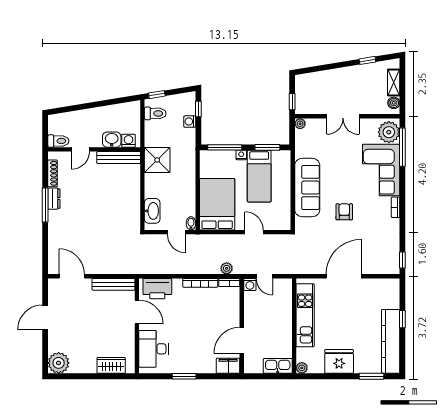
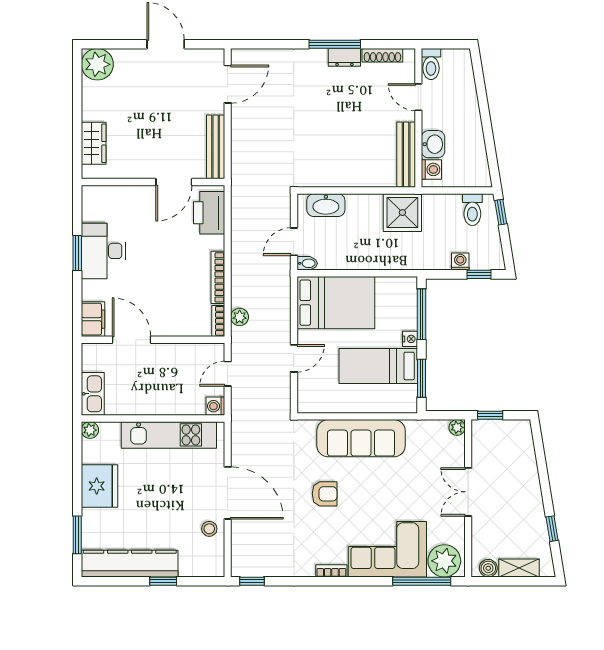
washing machine: (250, 284) -> (215, 406), moved
stool: (368, 288) -> (209, 529), added
desk: (154, 349) -> (103, 251), moved, turned -90

